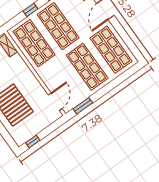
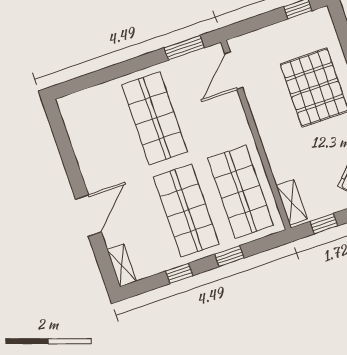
shop shelf: (111, 50) -> (100, 137), removed

